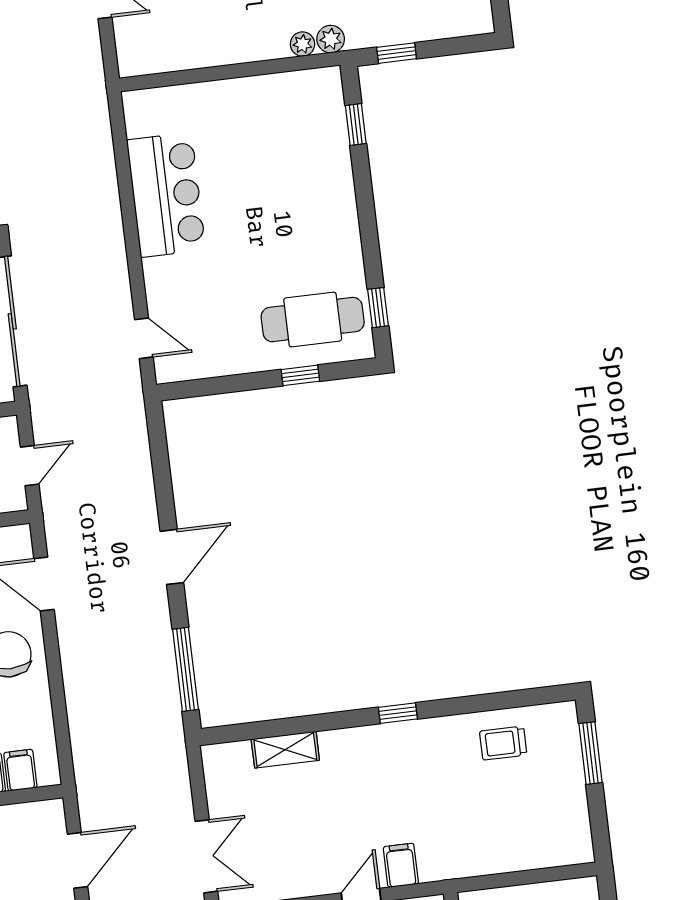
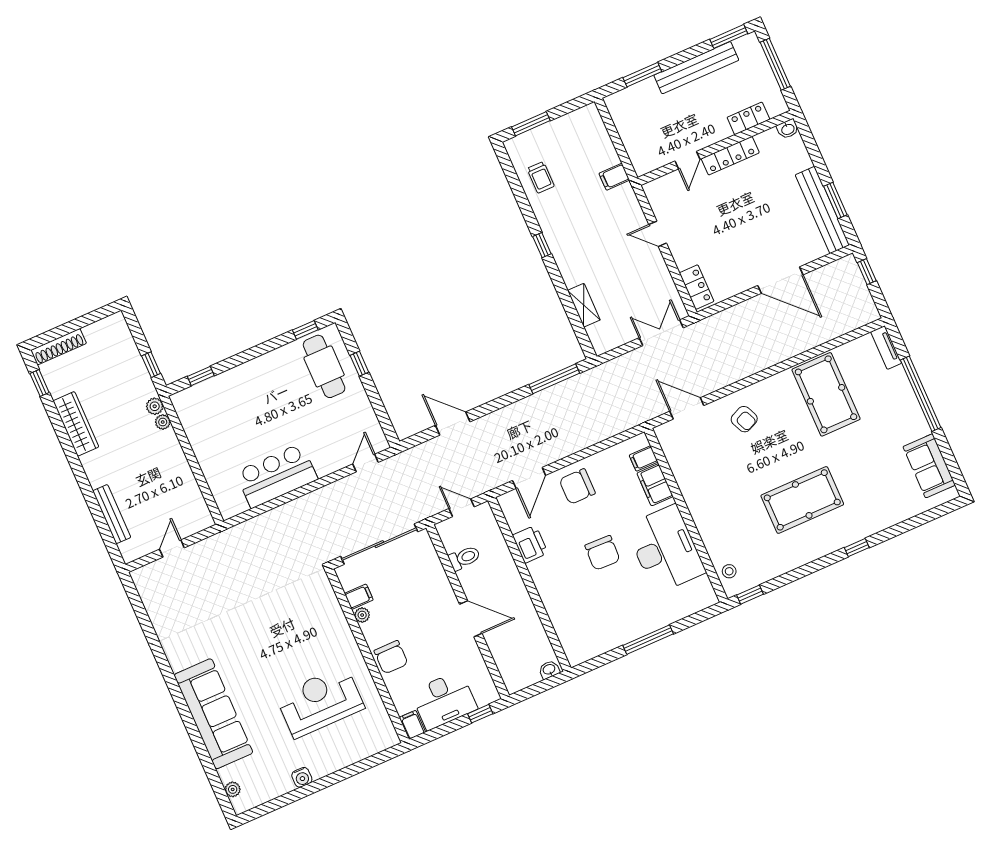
door: (172, 557) -> (453, 424), moved
filing cabinet: (401, 865) -> (614, 177), moved

